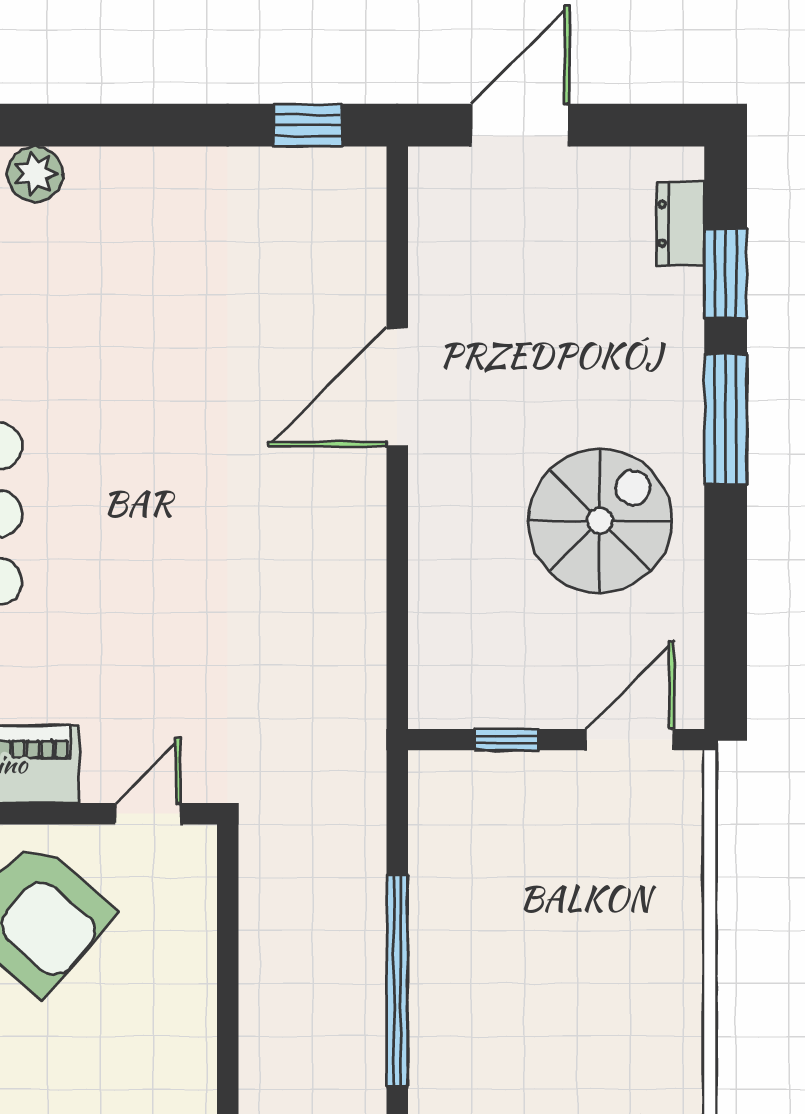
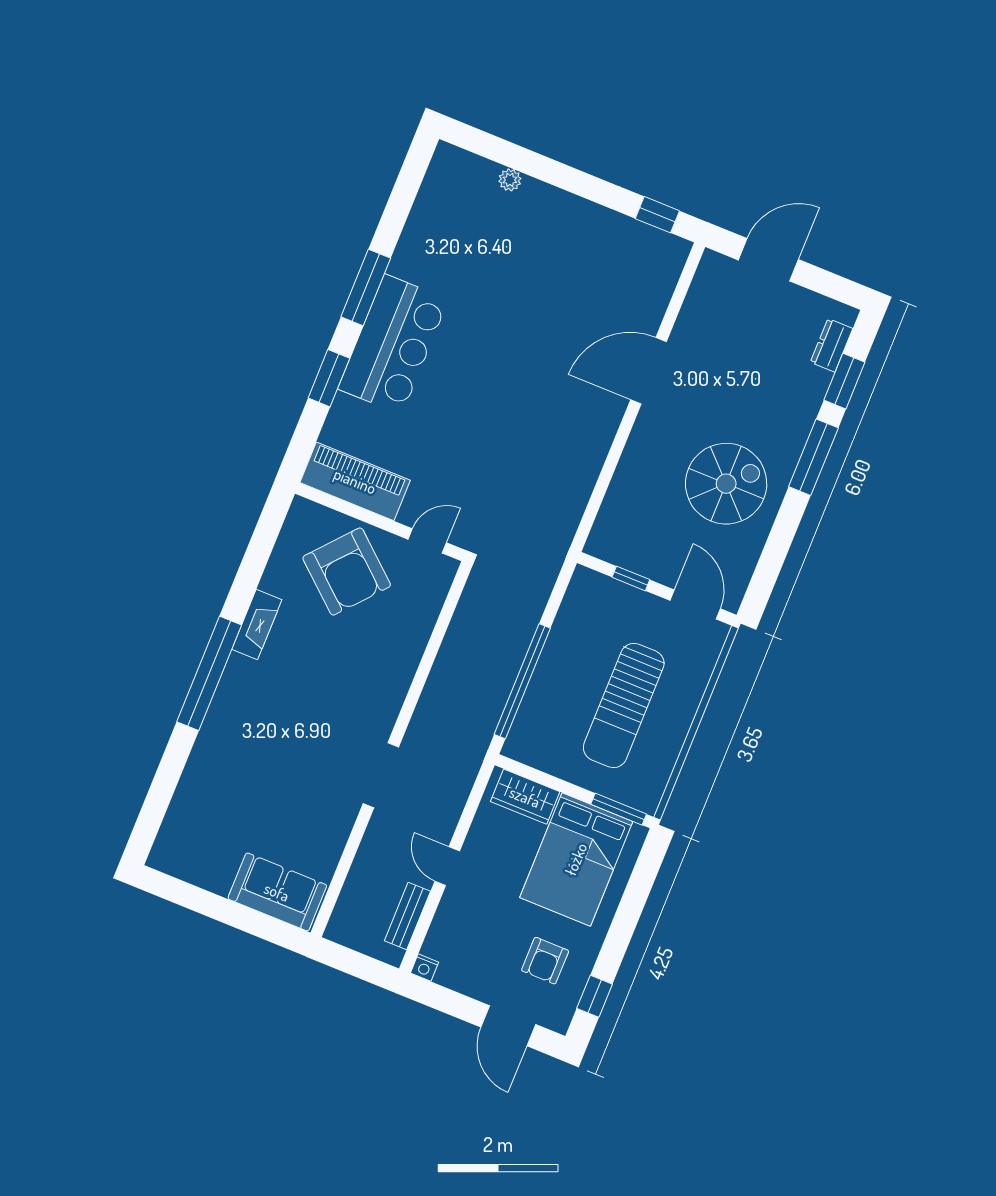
plant: (35, 174) -> (510, 180), width x0.73, depth x0.73
door: (630, 740) -> (695, 605), hinge flipped
sun lounger: (580, 953) -> (624, 705), added

